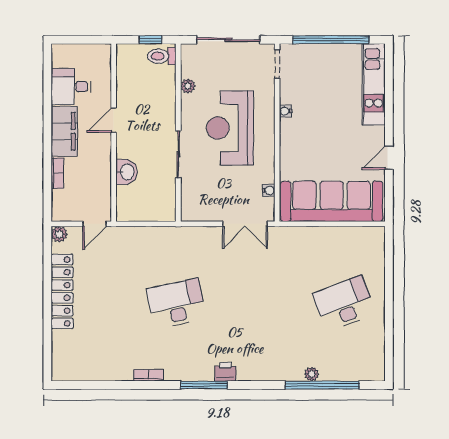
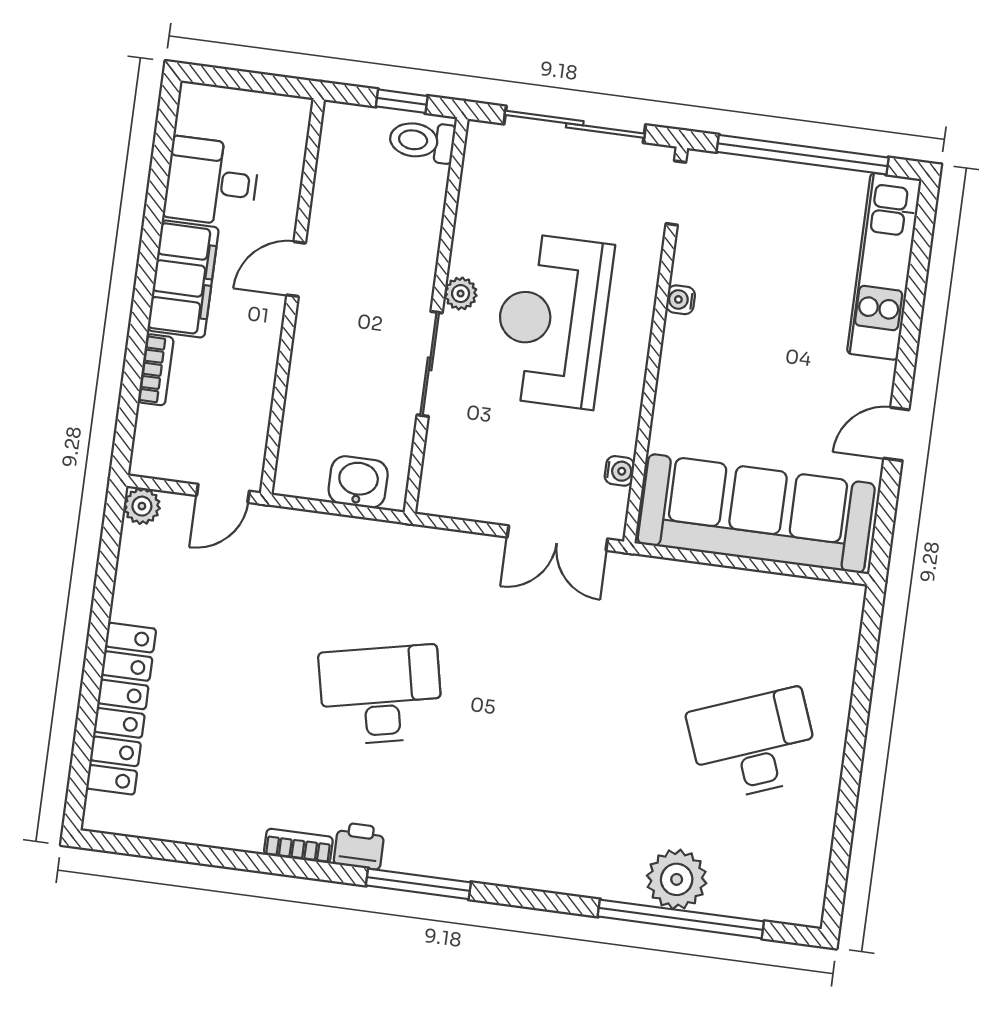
plant: (188, 86) -> (461, 294), moved
washbasin: (127, 172) -> (358, 482), moved, turned -90
locker: (62, 291) -> (121, 709), moved
printer: (225, 372) -> (359, 846), moved
plant: (312, 374) -> (677, 879), width x1.88, depth x1.88

